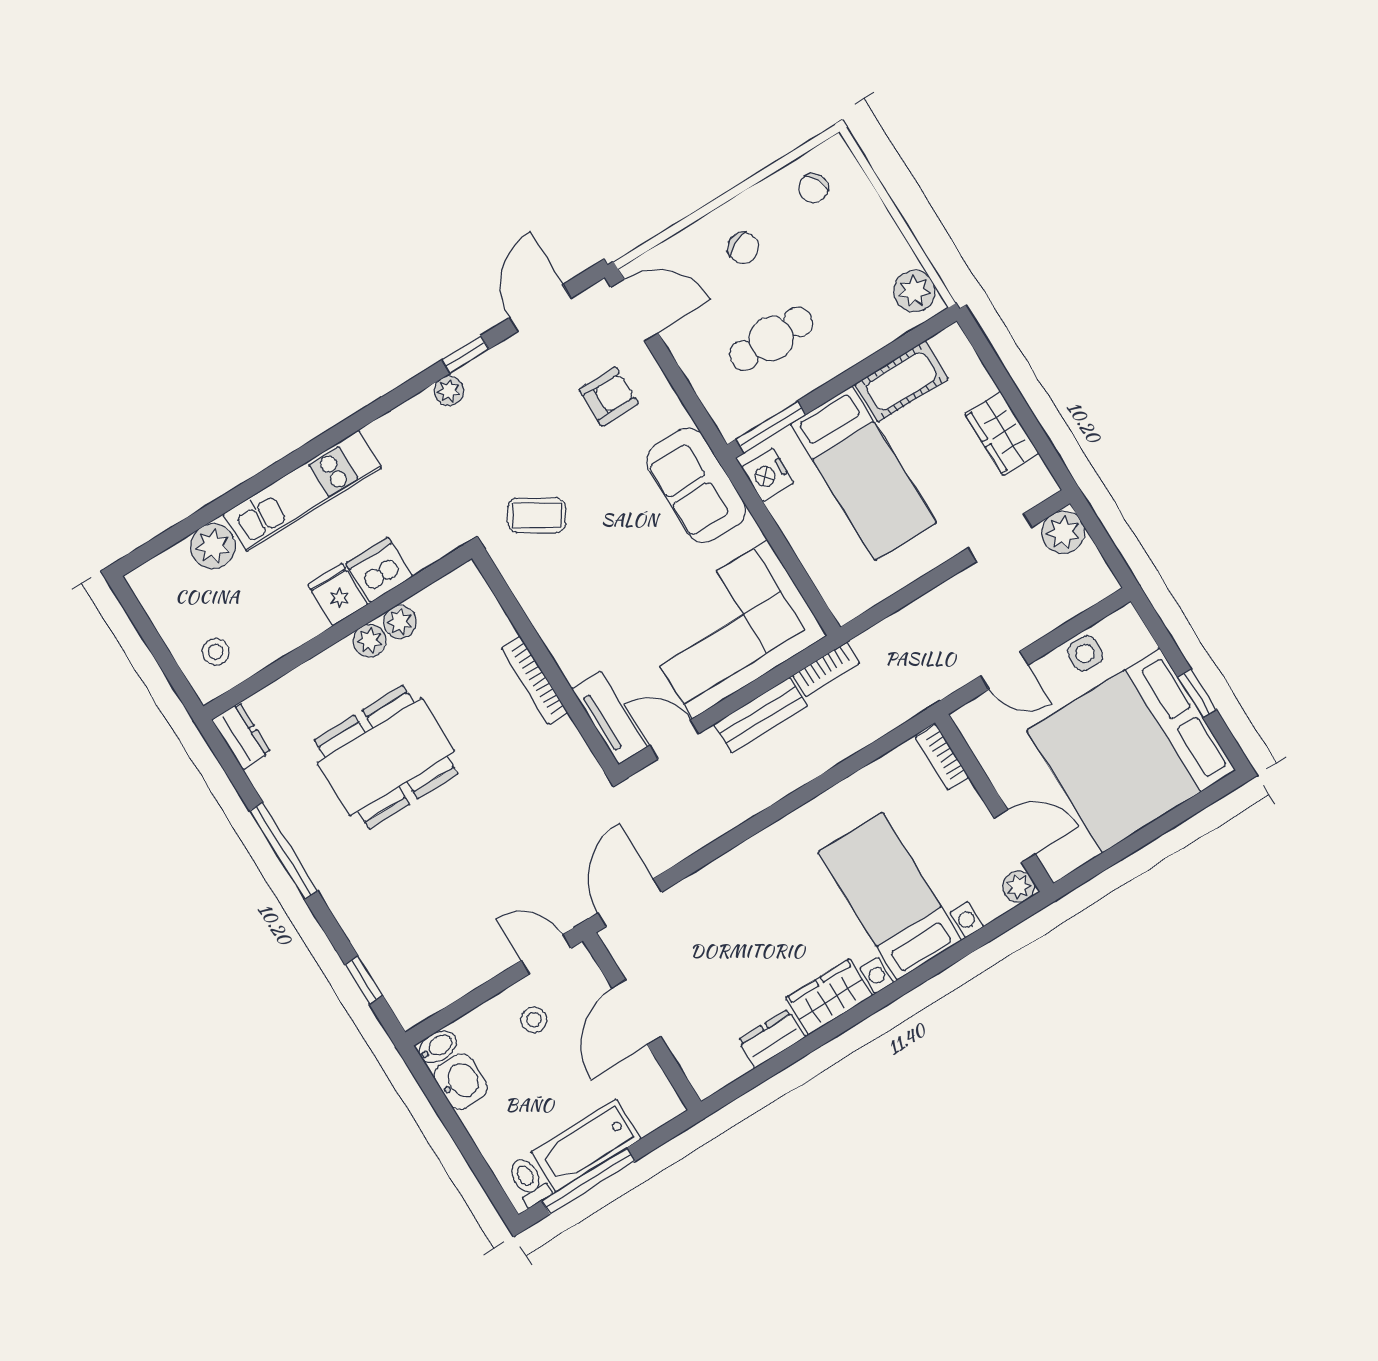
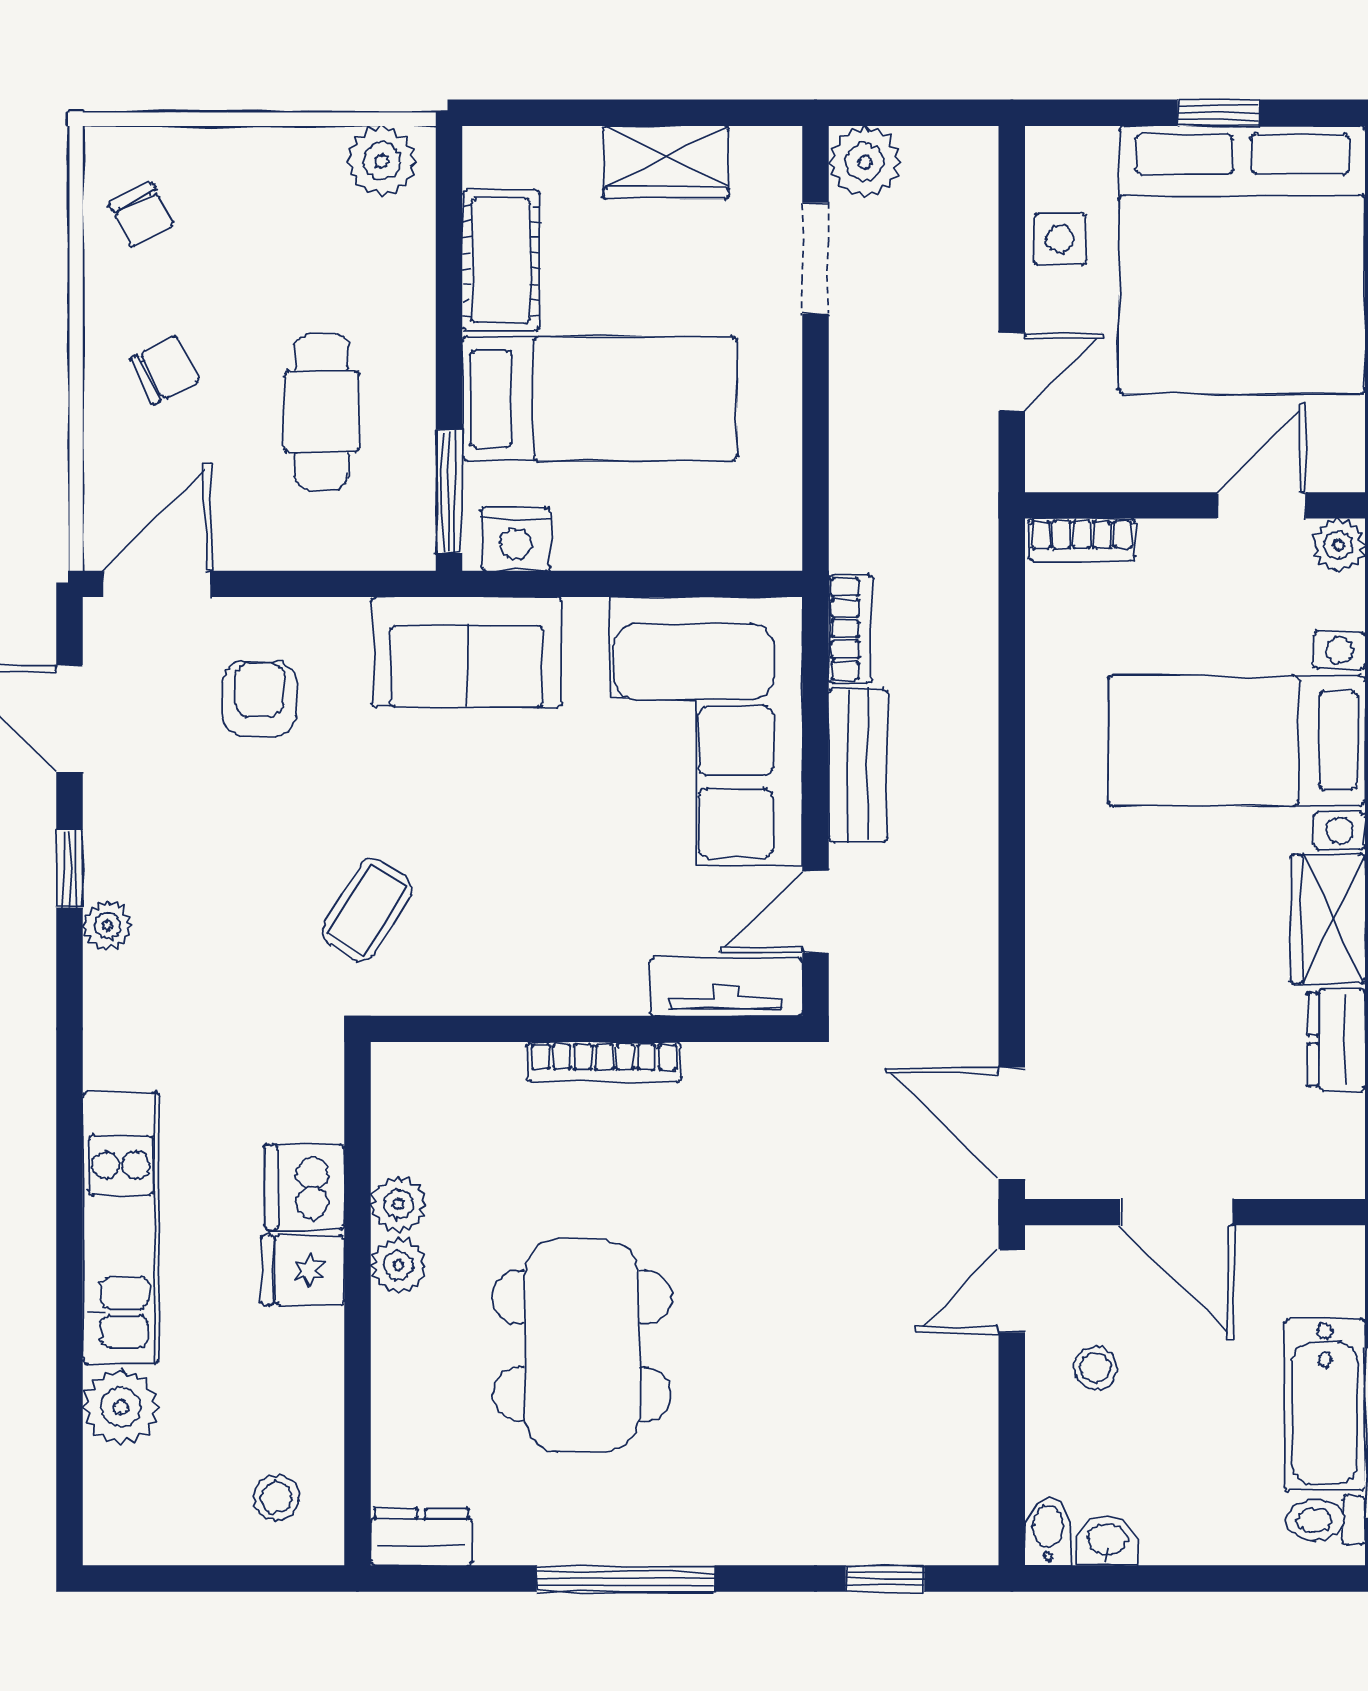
washbasin: (461, 1082) -> (1108, 1540), width x0.72, depth x0.69

